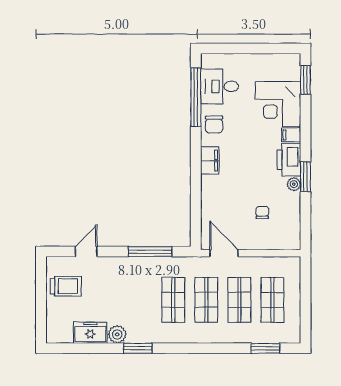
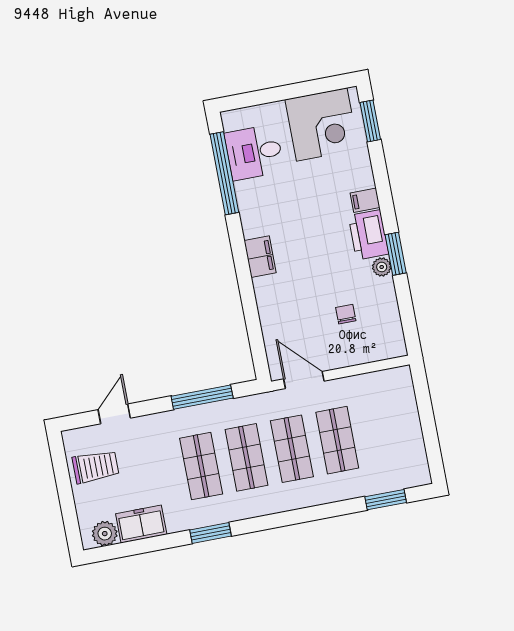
corner desk: (278, 104) -> (322, 124), moved, turned -90
chair: (214, 124) -> (256, 206), removed
shop shelf: (272, 300) -> (201, 466), moved
plant: (117, 334) -> (105, 534), moved

